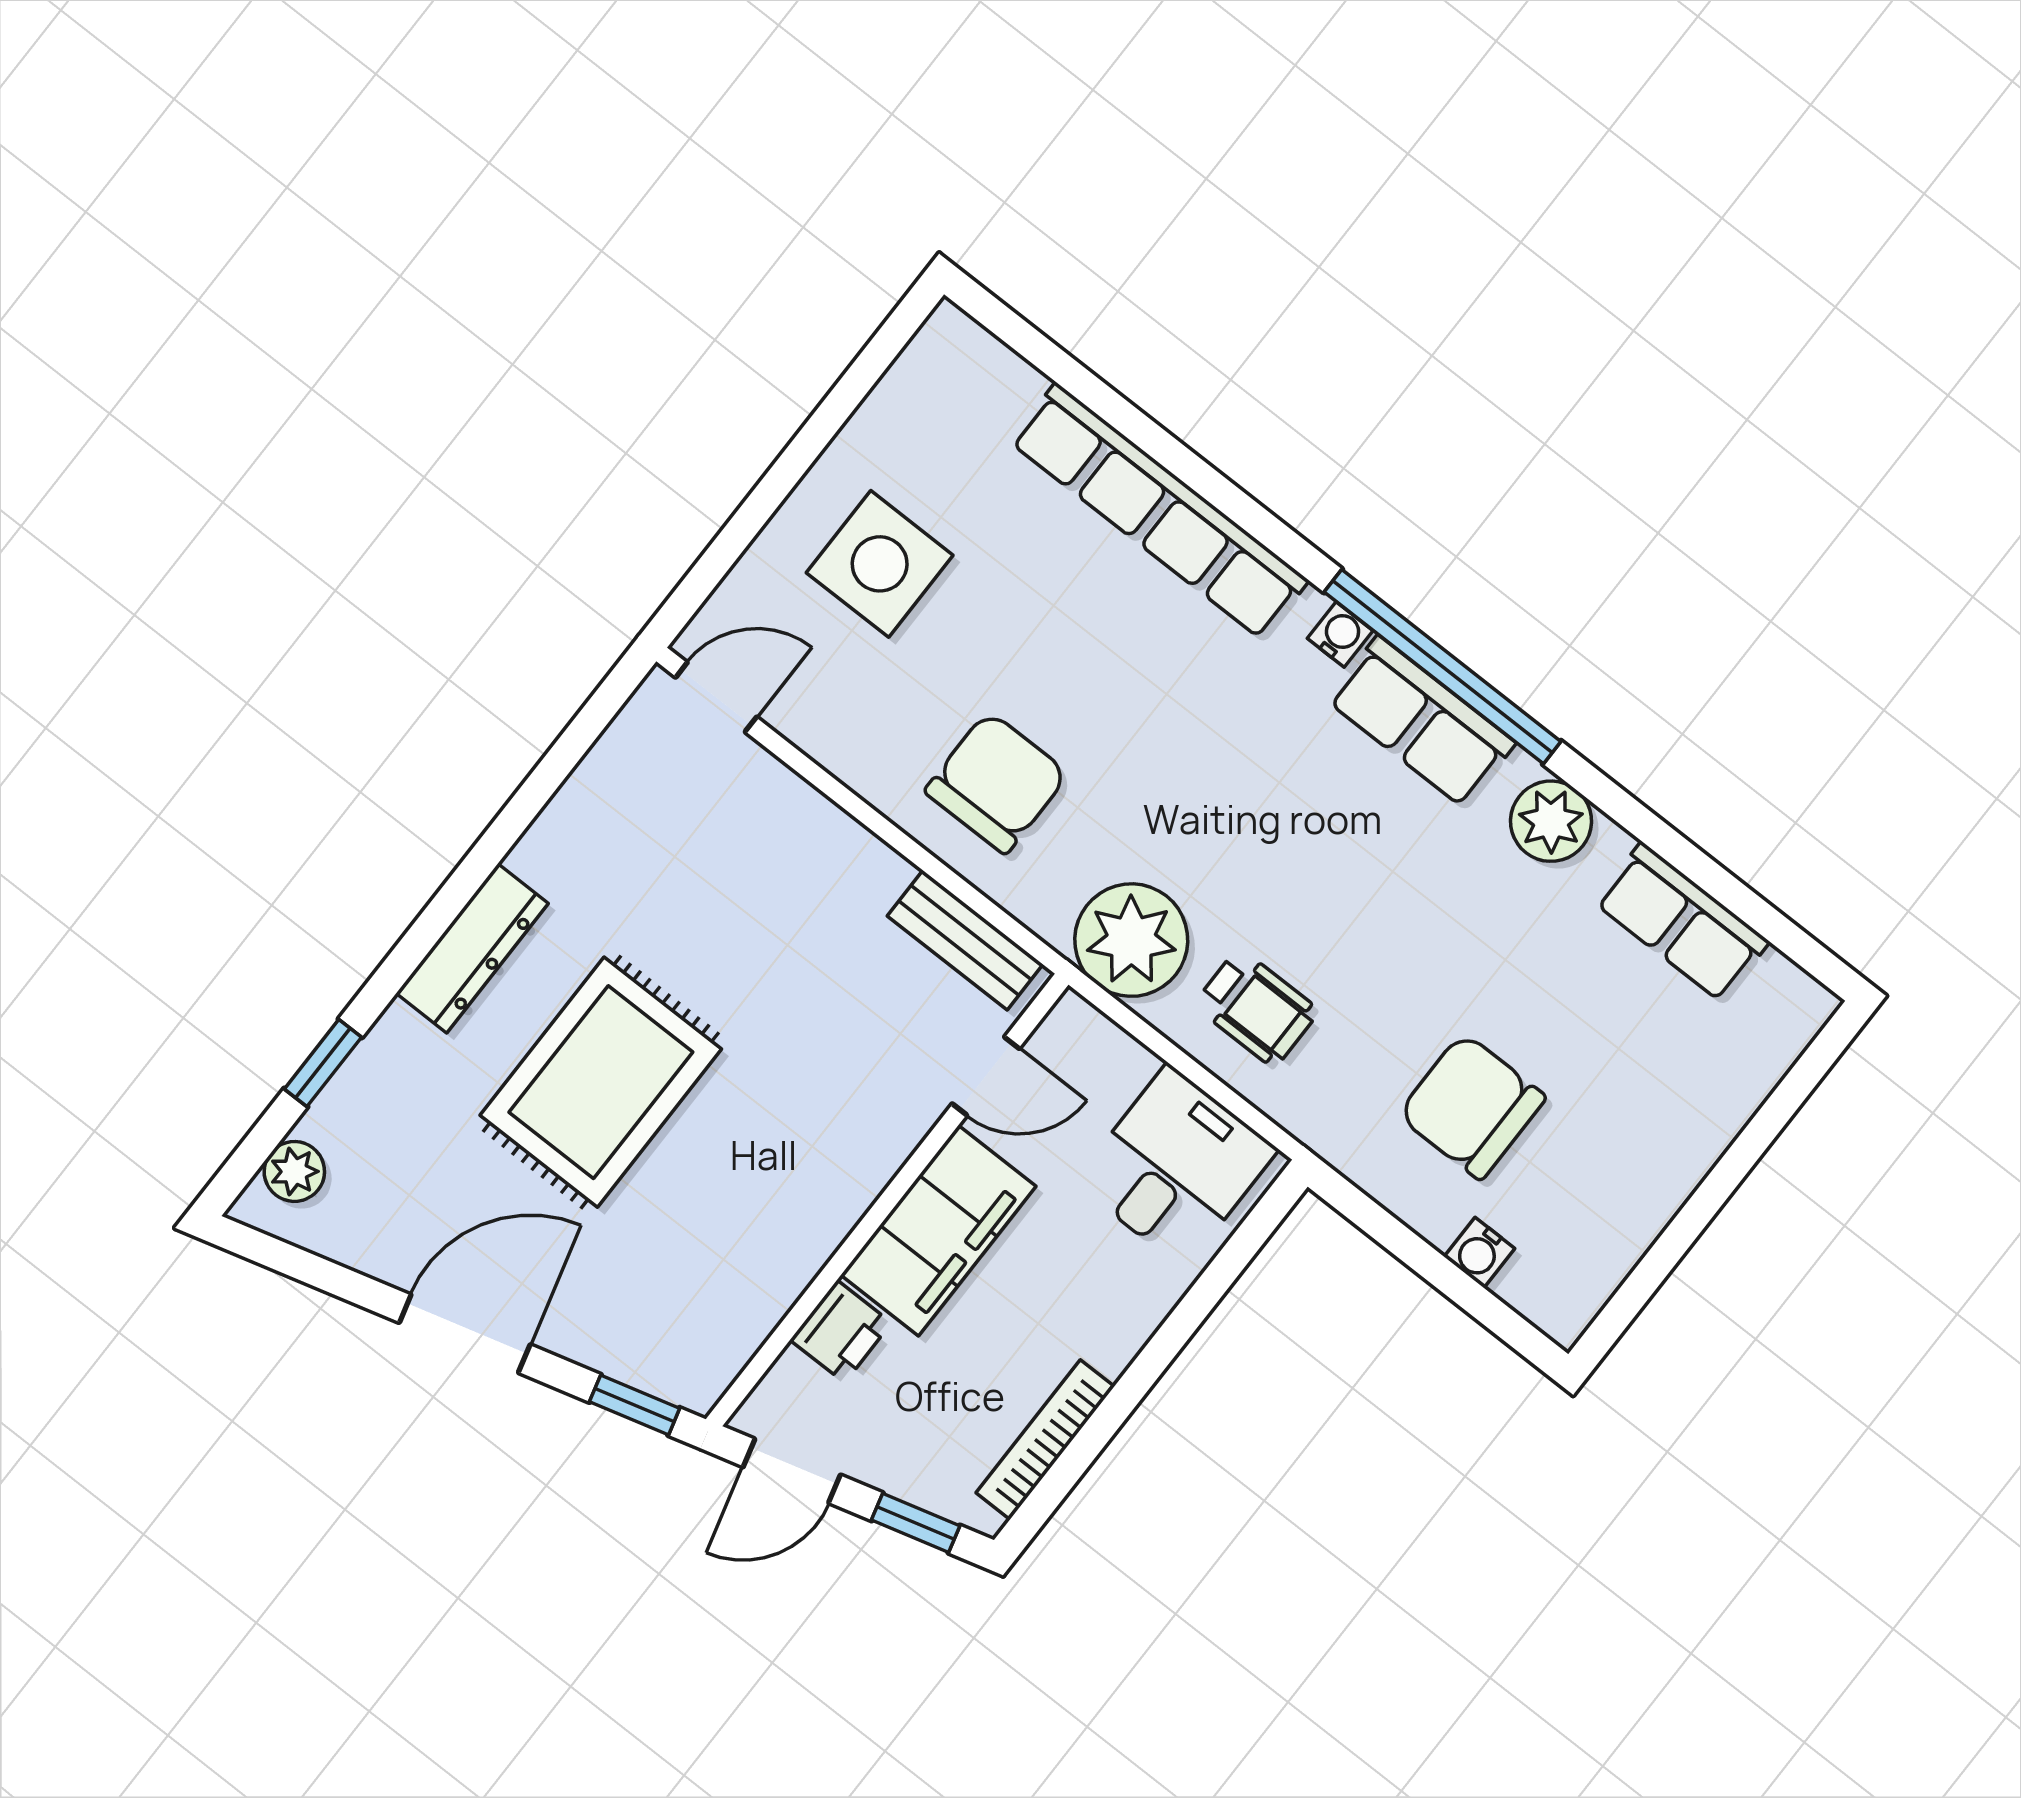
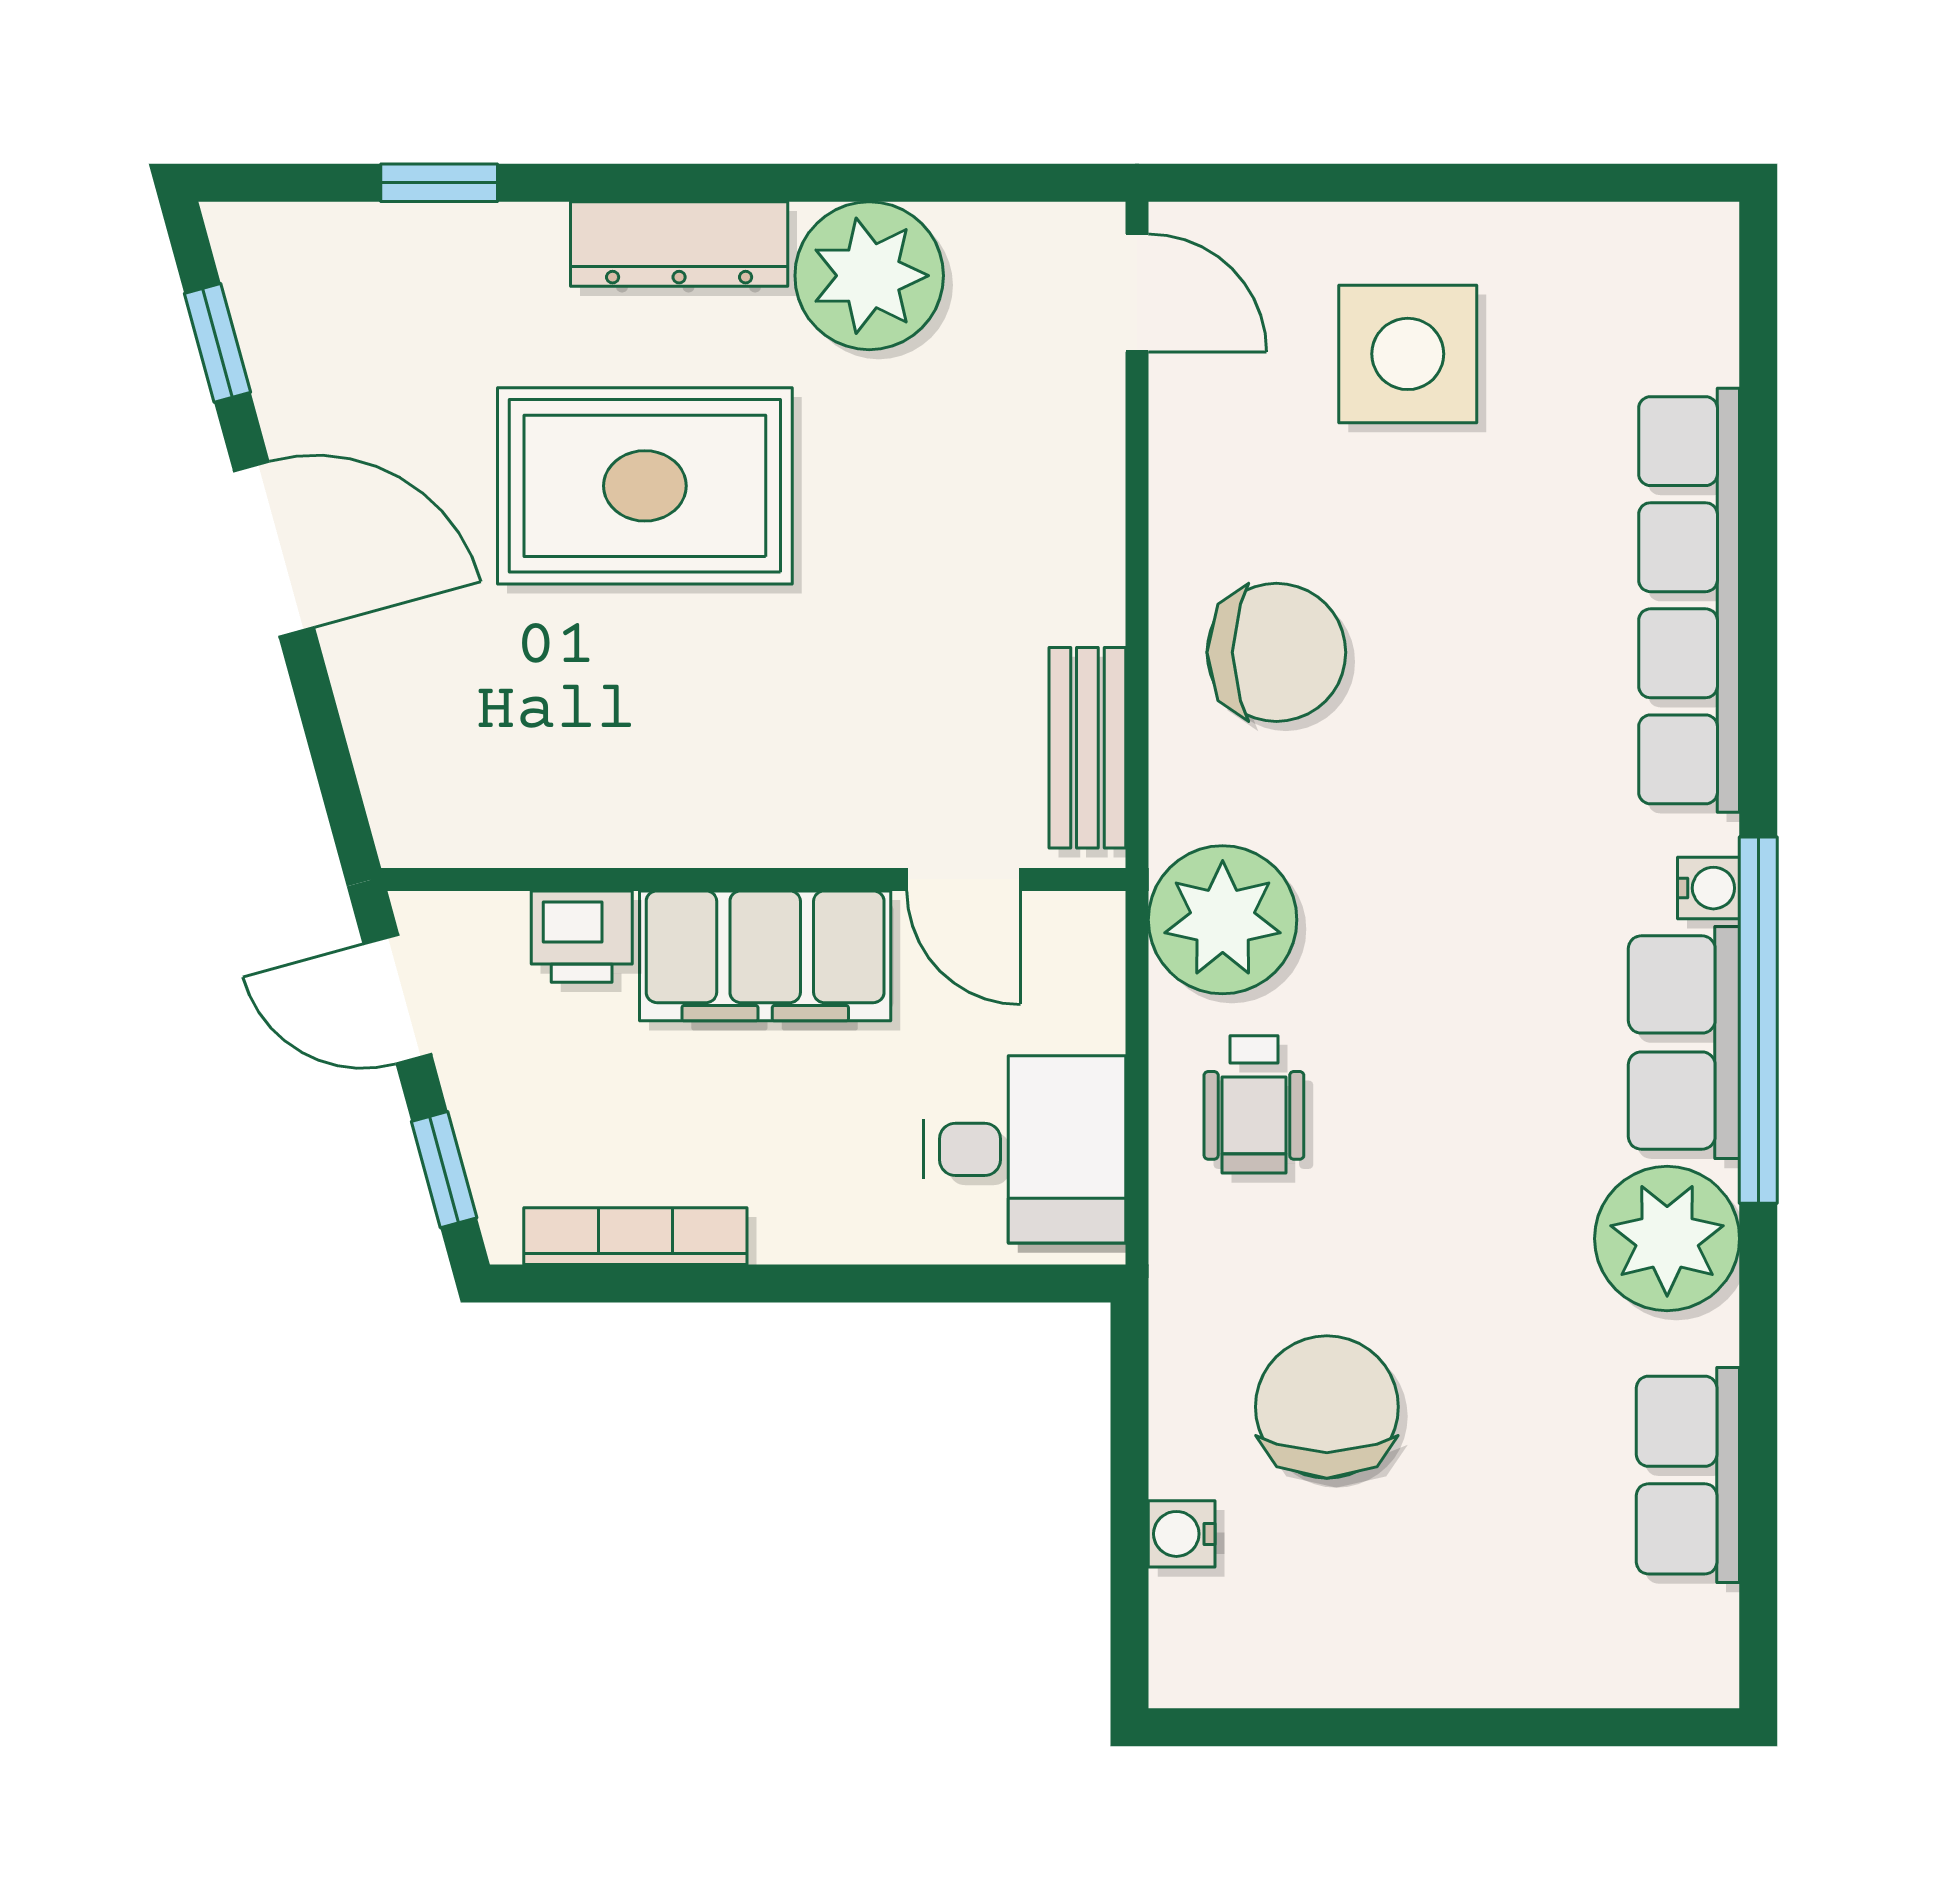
plant: (1551, 821) -> (1667, 1239), width x1.36, depth x1.36
plant: (294, 1171) -> (869, 276), moved, width x1.88, depth x1.88
window: (635, 1405) -> (217, 343), moved

